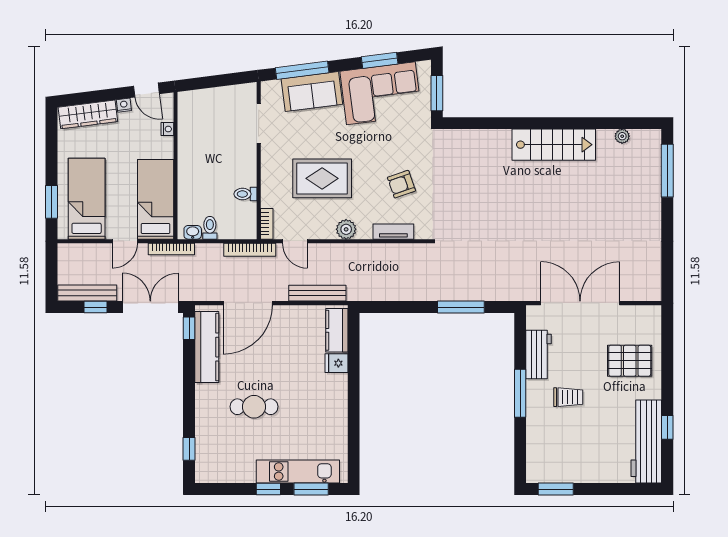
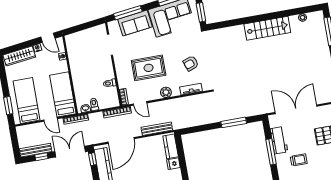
door: (125, 241) -> (51, 119), hinge flipped
window: (520, 393) -> (271, 152), moved

